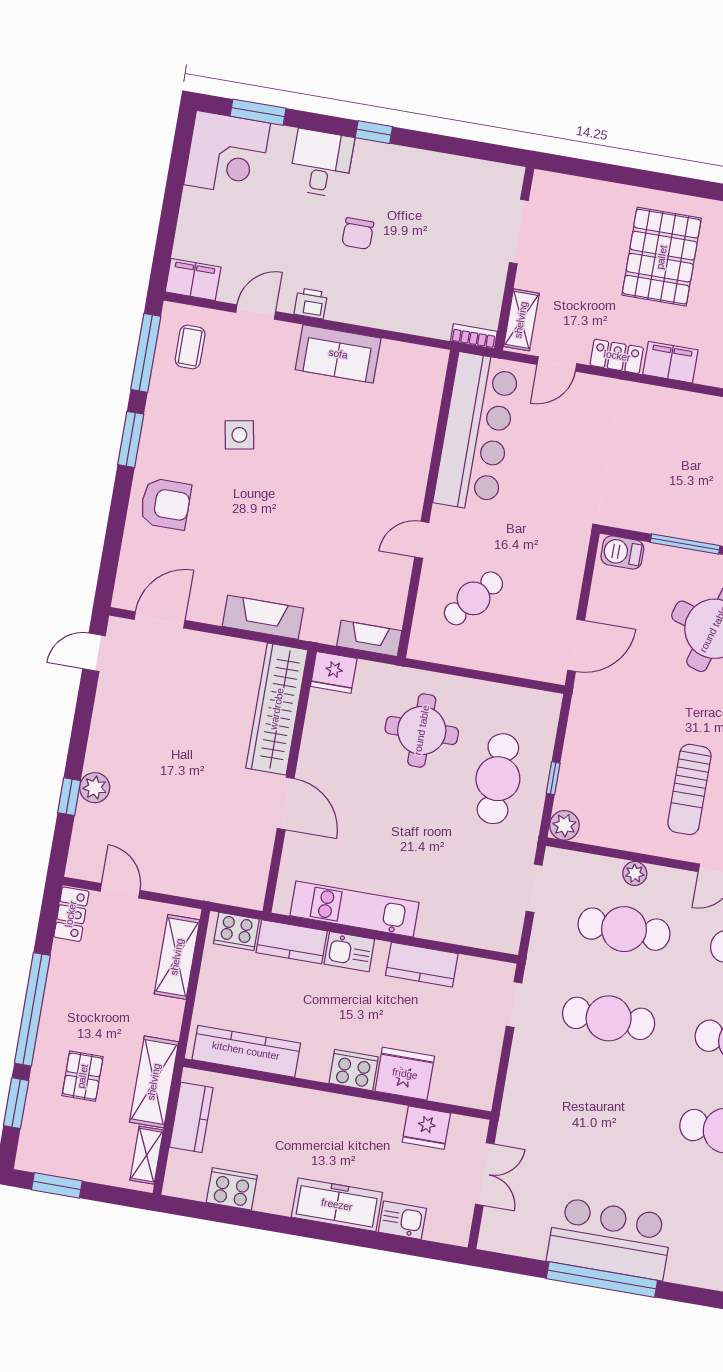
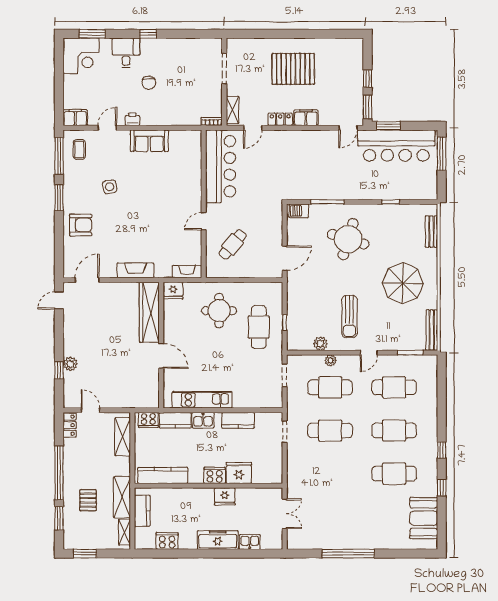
pallet: (662, 257) -> (293, 69), turned 90
plant: (564, 825) -> (320, 344), moved
fridge: (426, 1128) -> (225, 496), moved
bar counter: (610, 1239) -> (348, 534), removed

